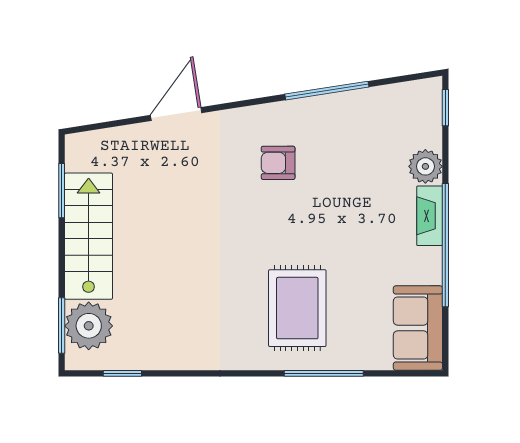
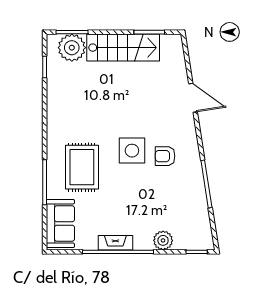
armchair: (278, 163) -> (165, 156), turned -90
fireplace: (430, 216) -> (115, 243), moved
side table: (268, 221) -> (132, 151), added
rug: (297, 308) -> (82, 167), turned 90
sofa: (418, 328) -> (60, 224), moved, turned 90

